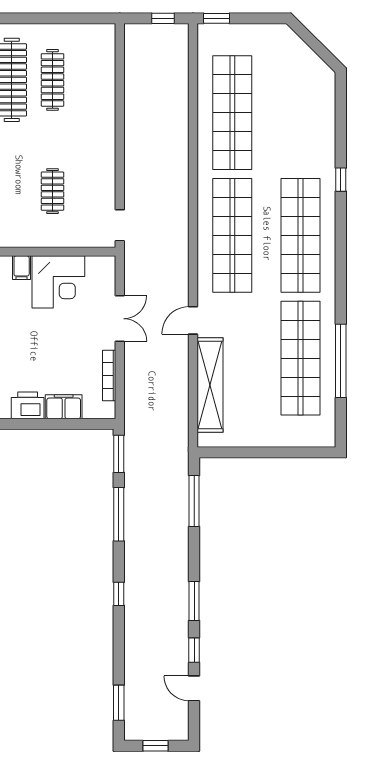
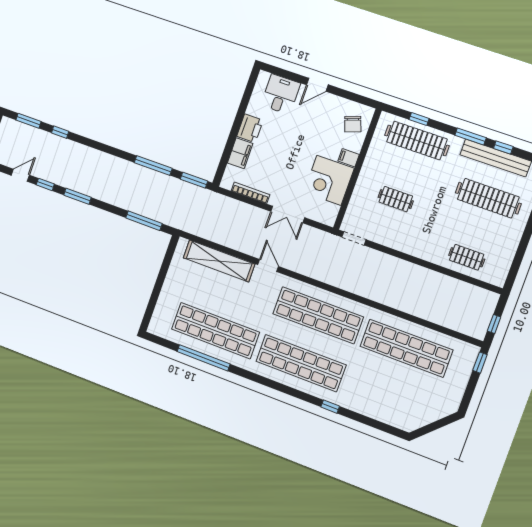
clothes rail: (52, 80) -> (467, 257), moved, width x0.73
window: (119, 594) -> (60, 132), moved

